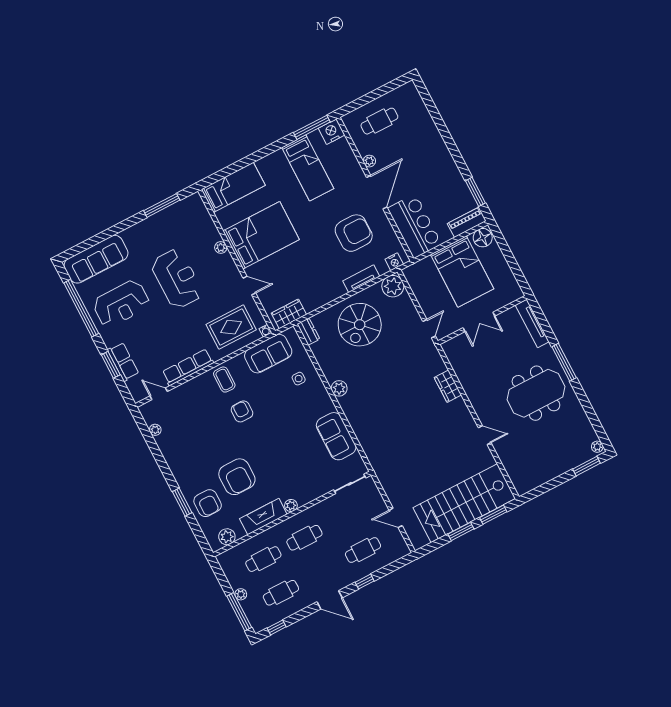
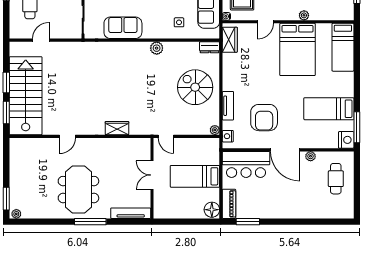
bed: (462, 272) -> (195, 176), width x0.67
plant: (393, 286) -> (215, 130), width x0.53, depth x0.53

